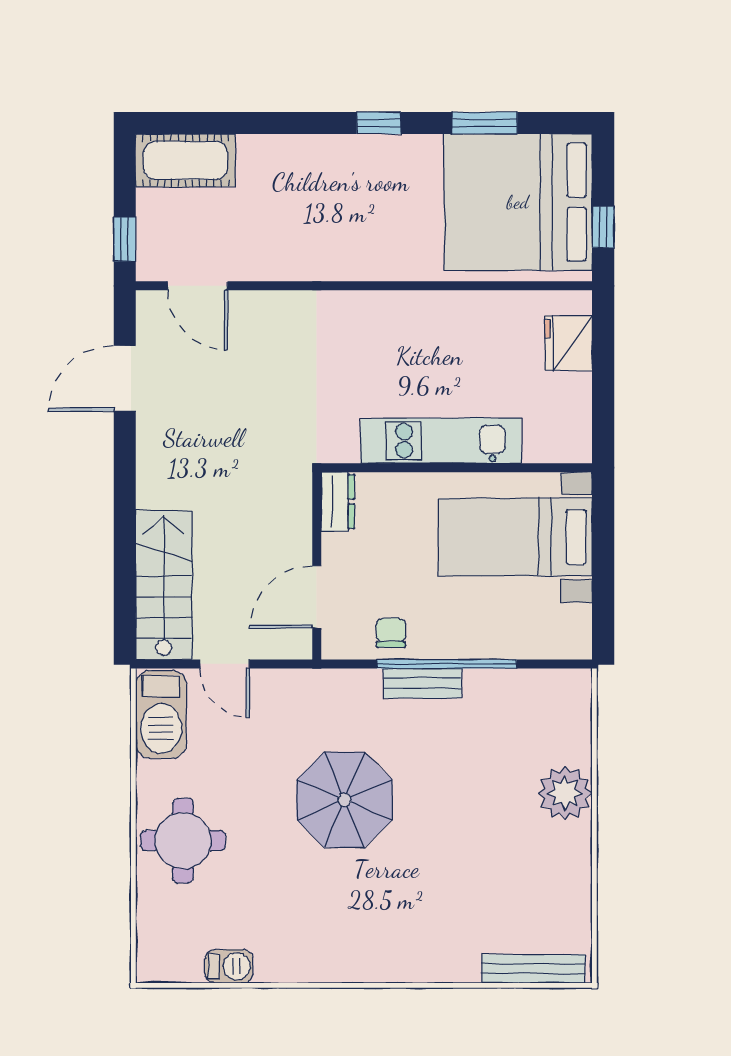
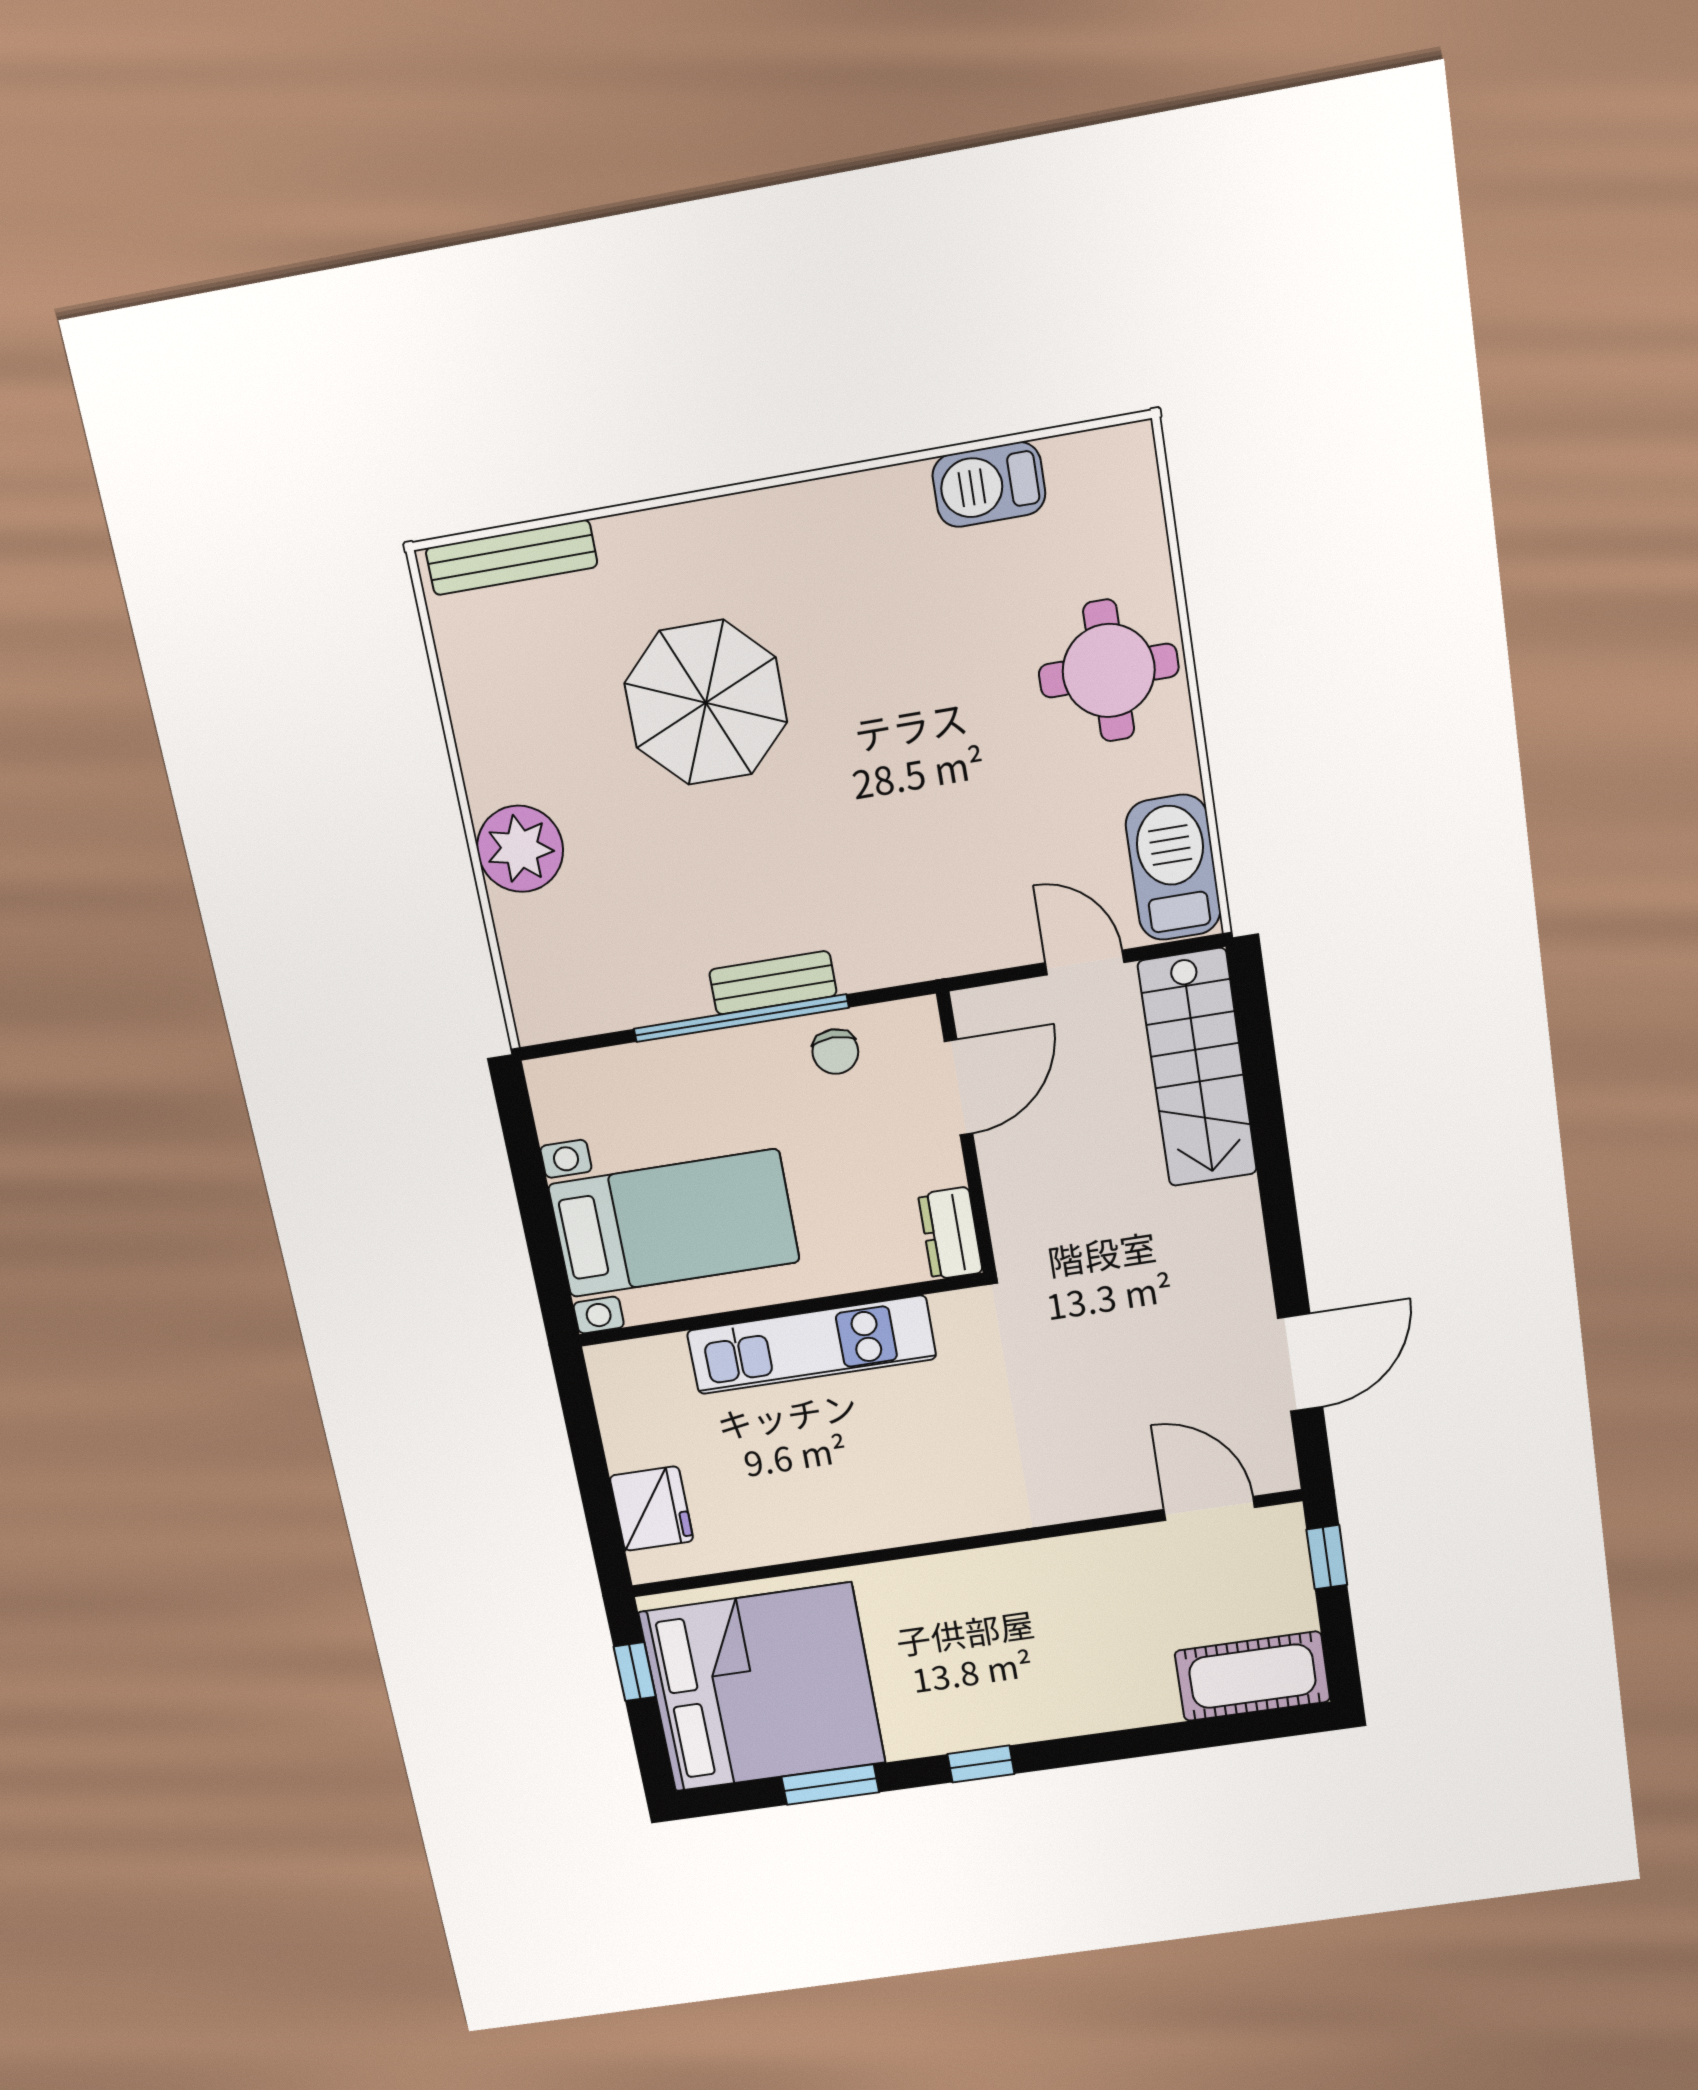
parasol: (344, 800) -> (706, 703), moved
barbecue: (229, 966) -> (989, 485), width x1.38, depth x1.27

